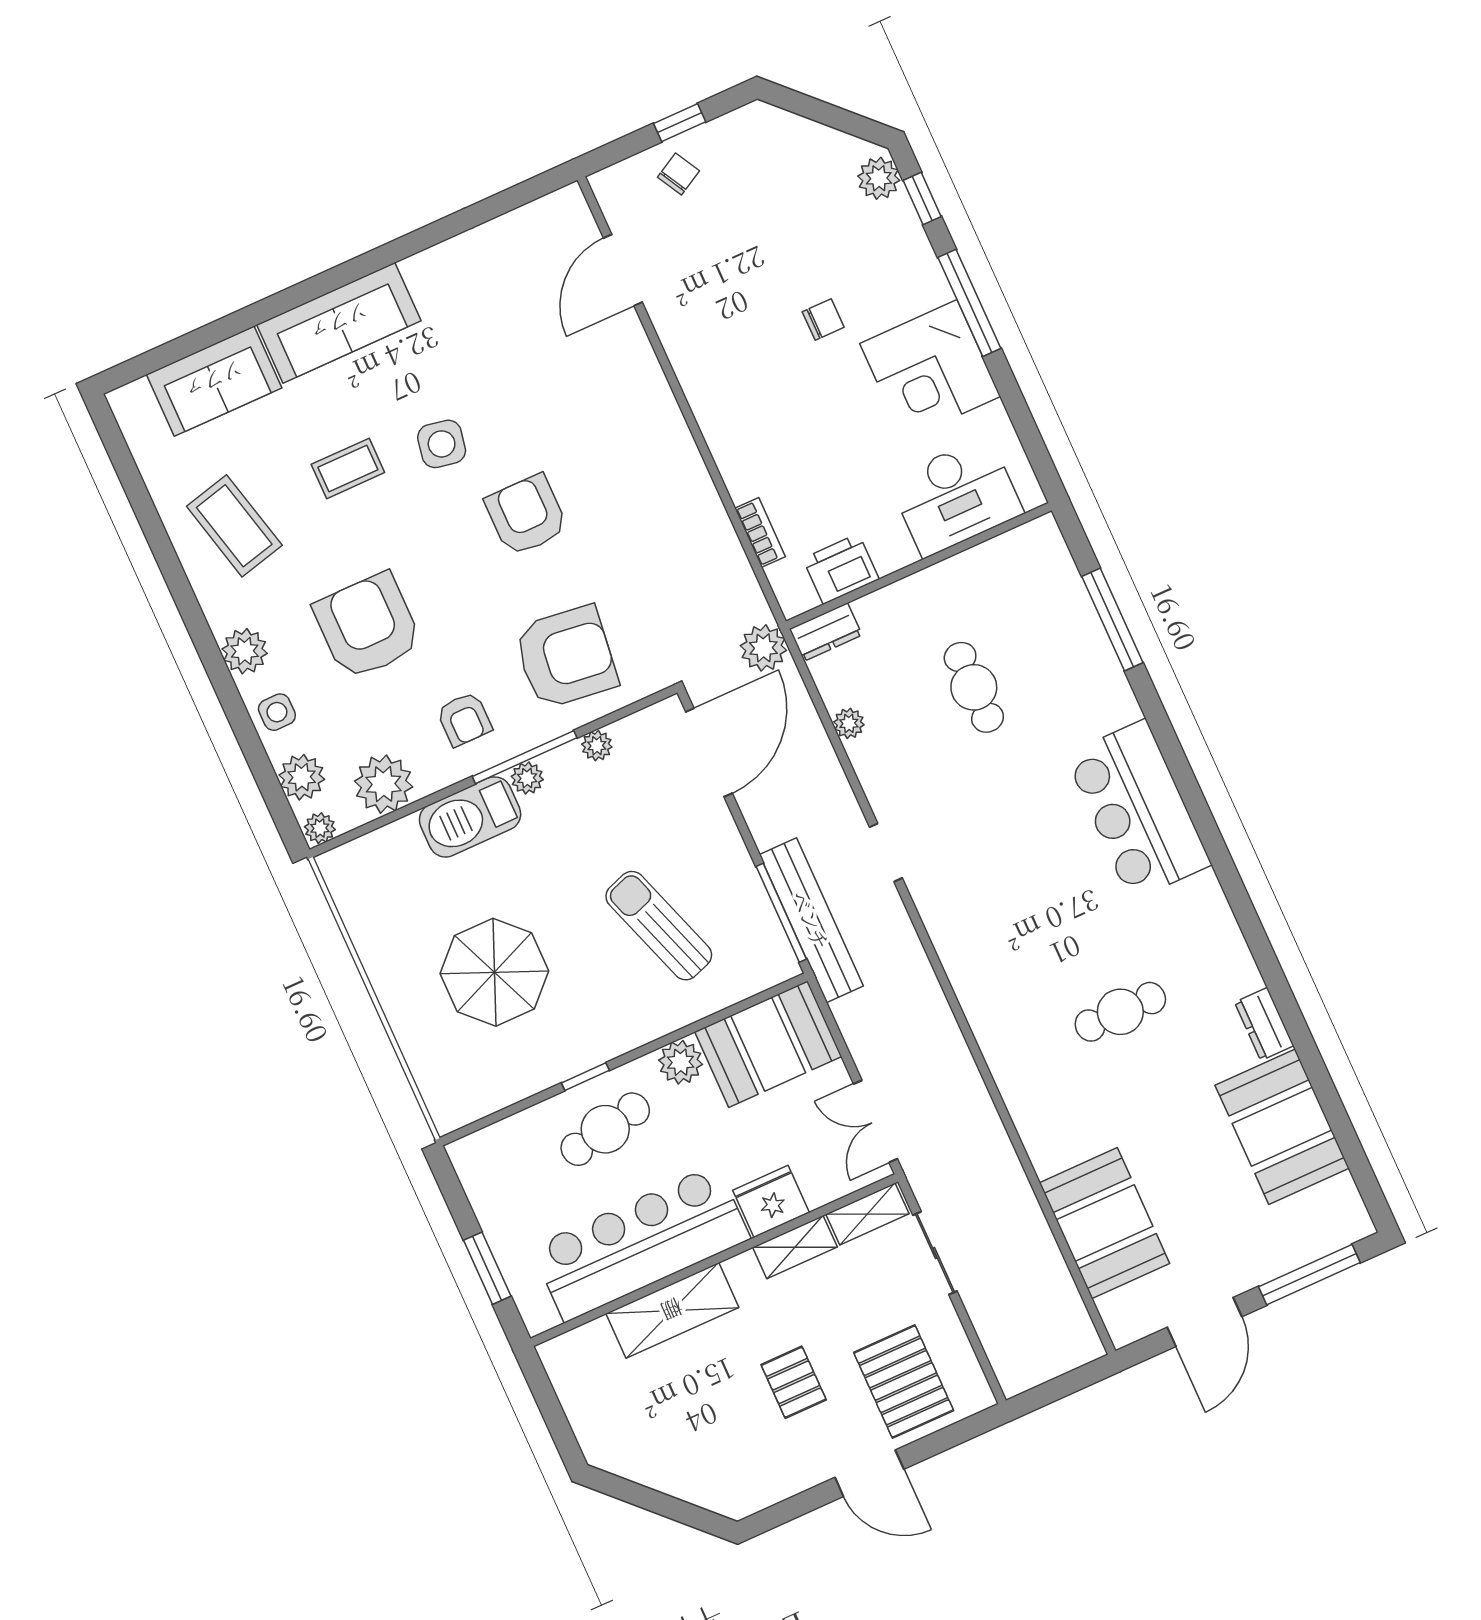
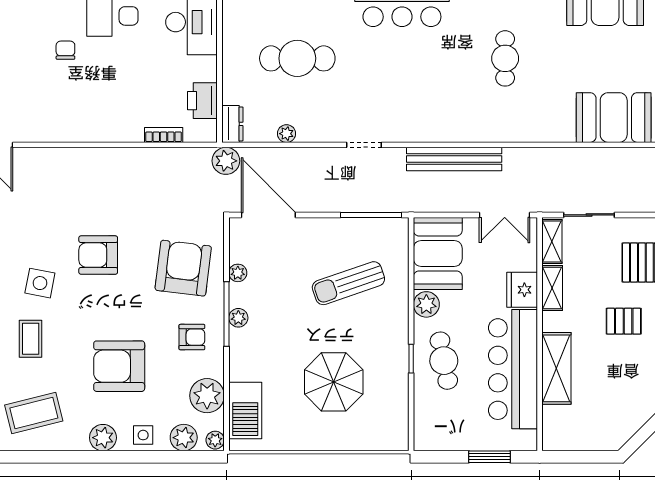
cafe table: (974, 687) -> (297, 58), width x1.37, depth x1.35
barbecue: (470, 817) -> (245, 411), moved
bench: (811, 920) -> (454, 159), moved

